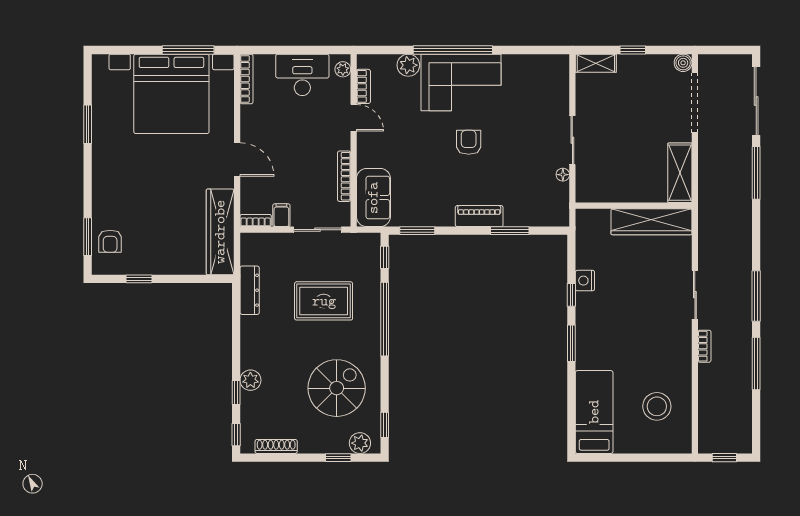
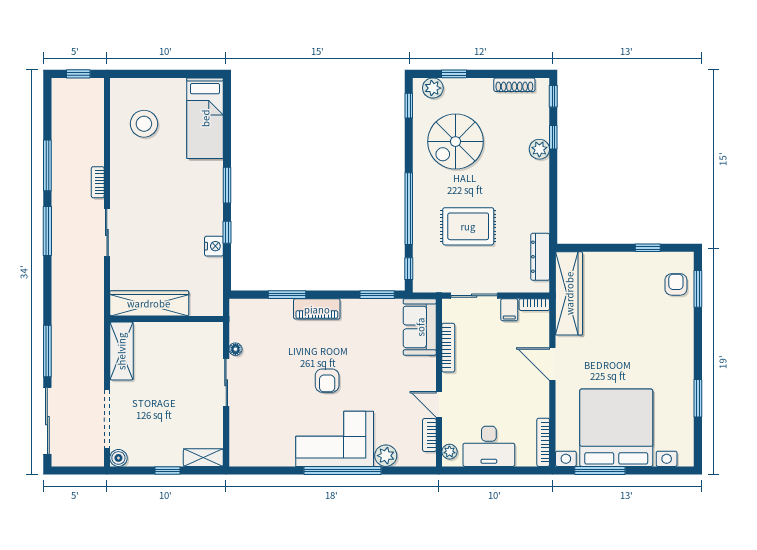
dresser: (250, 290) -> (540, 257), moved

